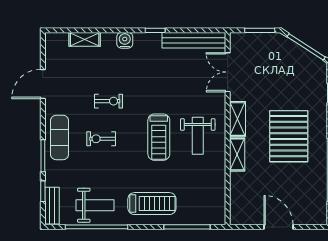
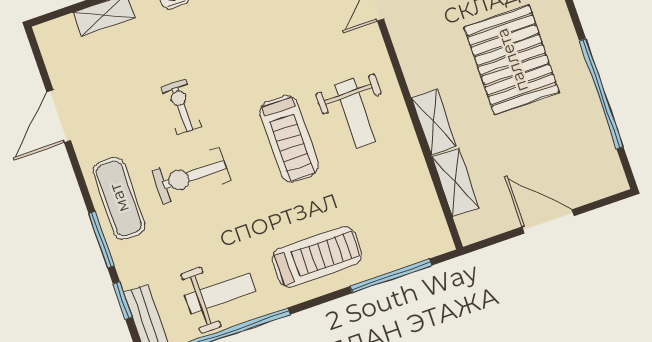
exercise bike: (109, 101) -> (181, 107), turned -90
shelving: (238, 119) -> (456, 182), moved
exercise bike: (101, 139) -> (191, 176), width x1.38, depth x1.39

